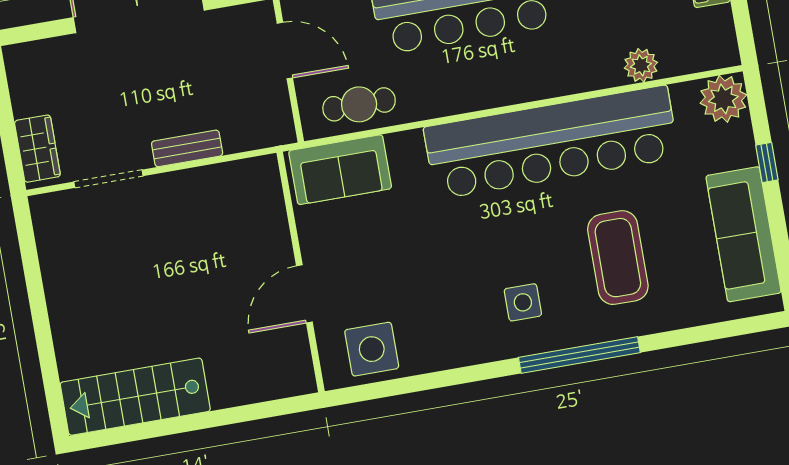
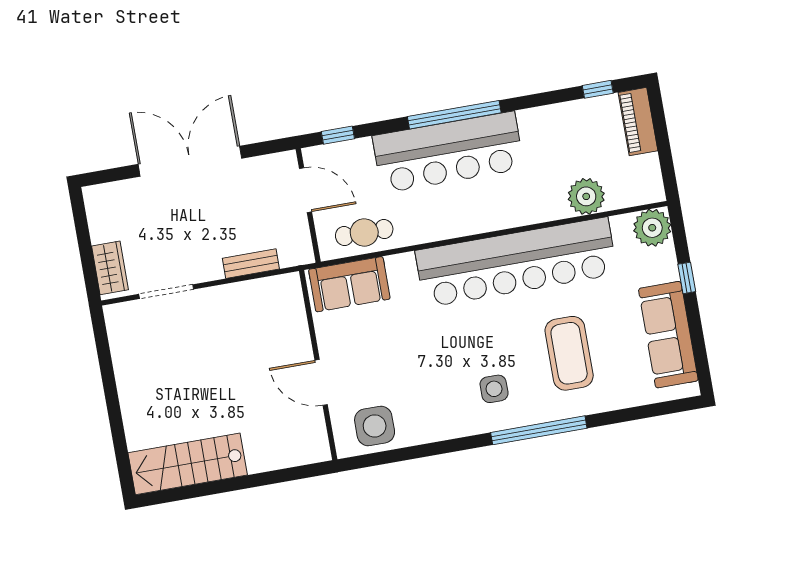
plant: (641, 65) -> (586, 196), width x1.36, depth x1.36
bench: (187, 148) -> (251, 264), moved
door: (304, 294) -> (321, 382), hinge flipped

